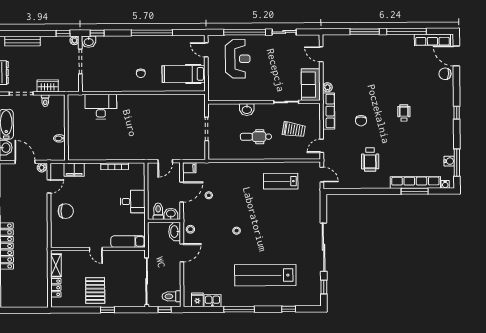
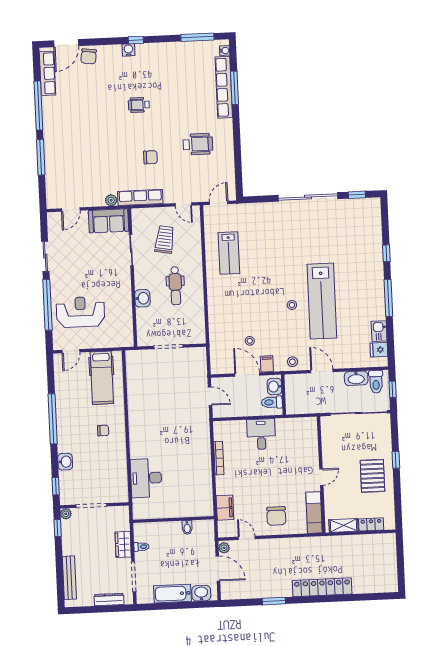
washbasin: (89, 42) -> (65, 462), moved
water cooler: (449, 161) -> (128, 50), moved
door: (25, 162) -> (218, 568), swing flipped
filing cabinet: (189, 168) -> (267, 364), moved
chair: (66, 211) -> (276, 516), turned 180
washbasin: (175, 232) -> (356, 378), moved
exam couch: (128, 241) -> (314, 513), moved
lab bench: (265, 275) -> (322, 301), moved
pallet: (95, 290) -> (372, 476), turned 90
window: (289, 309) -> (386, 253), moved

